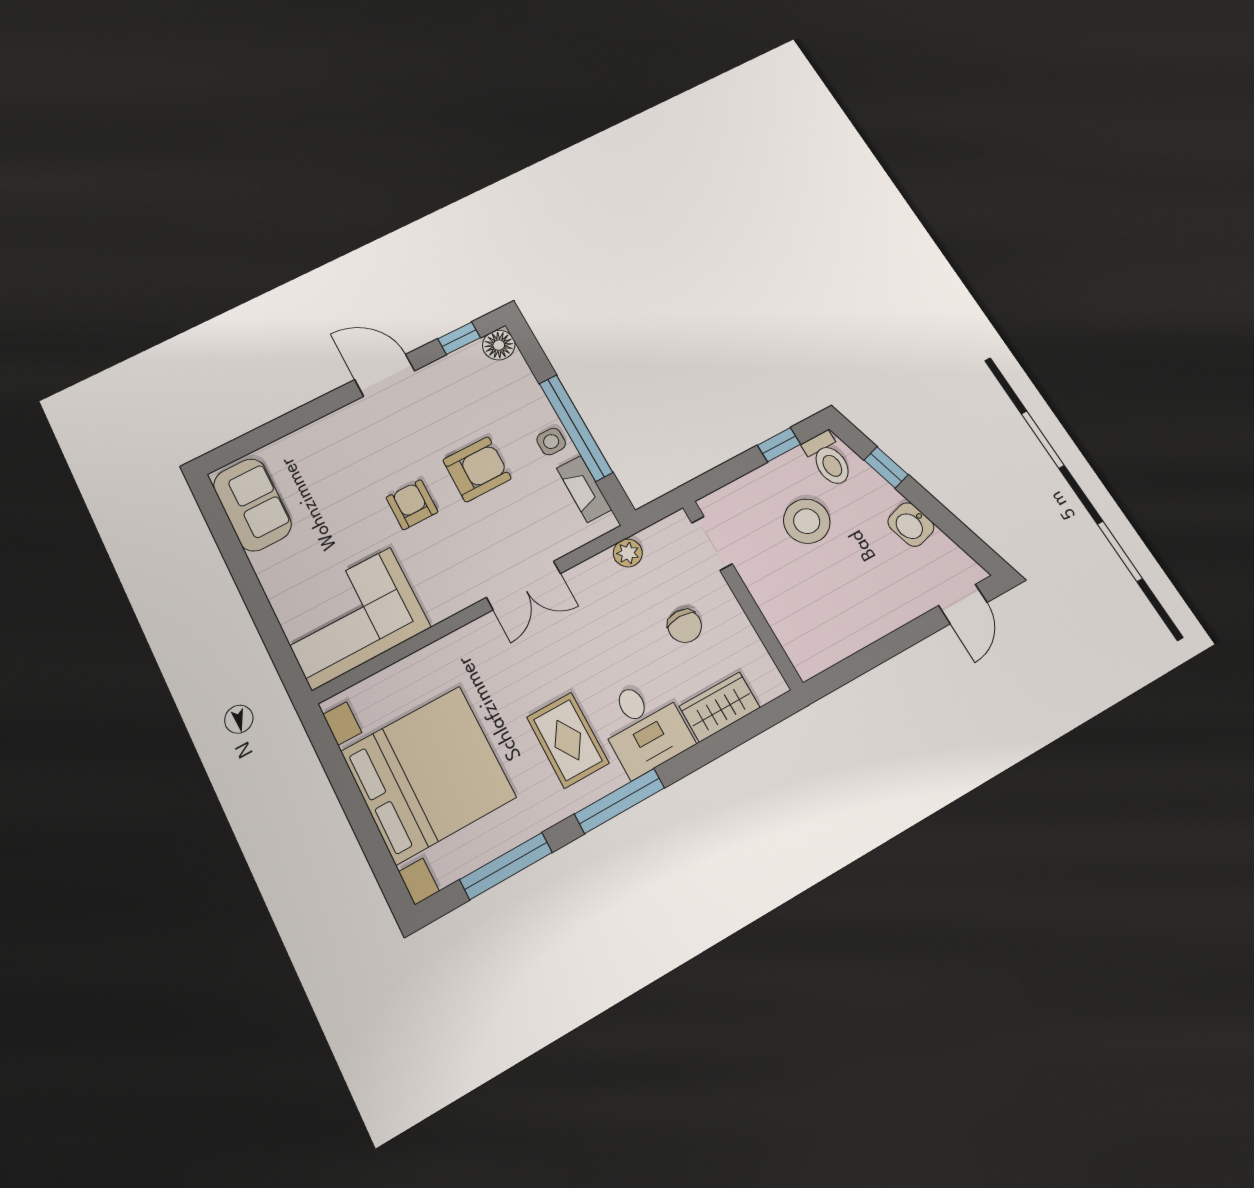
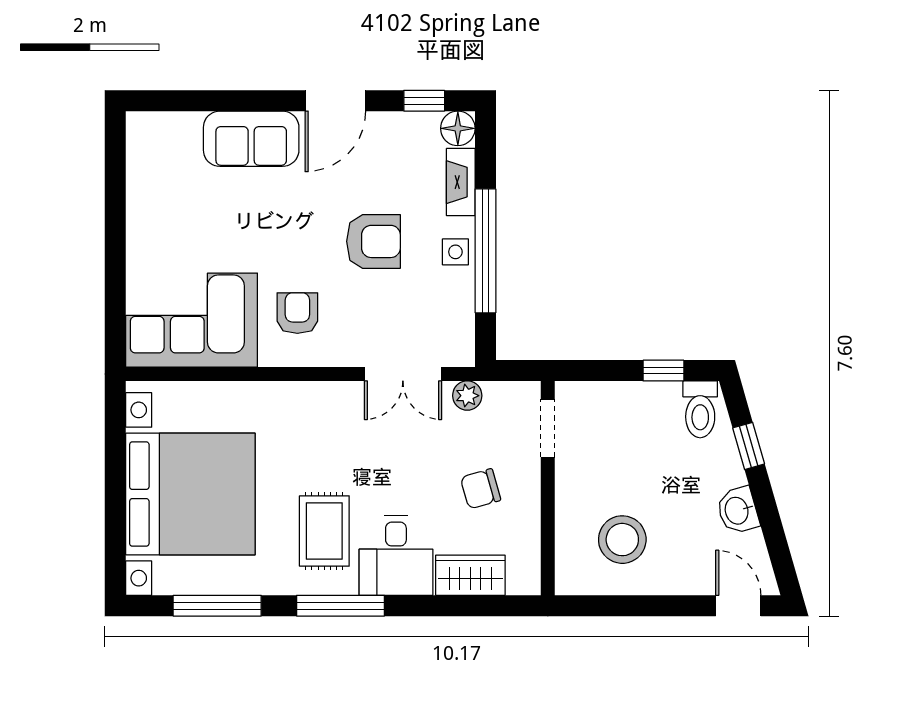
door: (385, 375) -> (335, 101), swing flipped
fireplace: (584, 489) -> (461, 182), moved
sofa: (252, 505) -> (251, 139), moved, turned 90
armchair: (412, 505) -> (297, 313), moved
stool: (807, 521) -> (622, 540), moved
double door: (524, 585) -> (403, 374), moved
door: (963, 604) -> (738, 606), swing flipped
chair: (685, 626) -> (480, 489), turned 74

